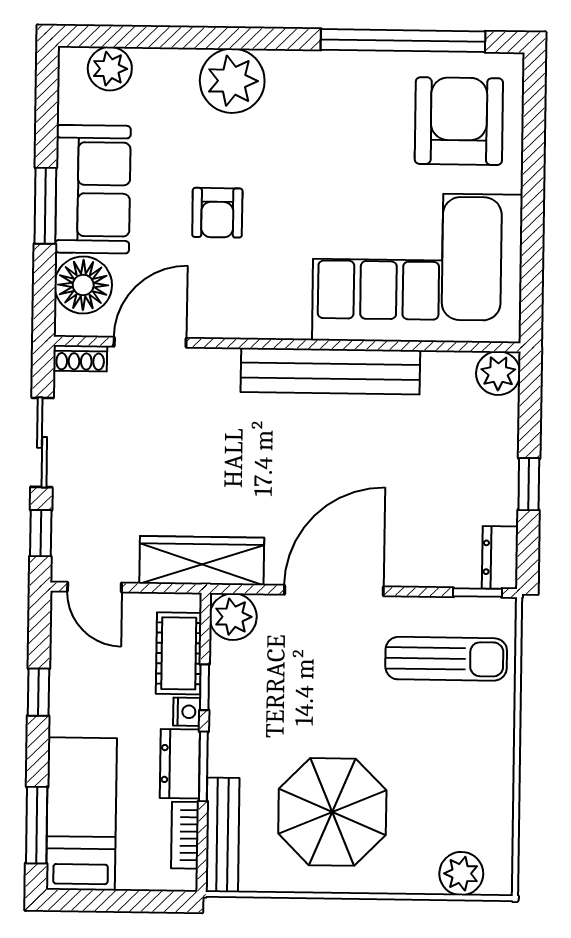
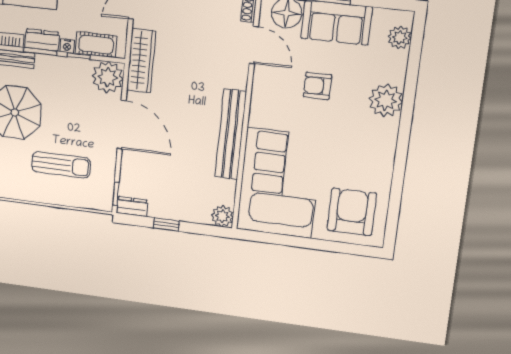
window: (403, 41) -> (397, 189), removed
armchair: (459, 121) -> (352, 212), turned -90
plant: (233, 617) -> (108, 77), width x1.36, depth x1.36
sun lounger: (446, 659) -> (61, 165), moved, turned -90

